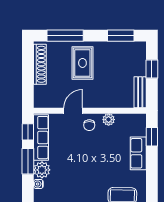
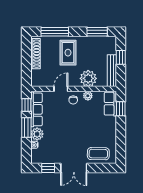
bench: (140, 92) -> (112, 71), width x1.36
plant: (109, 97) -> (88, 78), added
row of seats: (138, 153) -> (110, 104), moved

